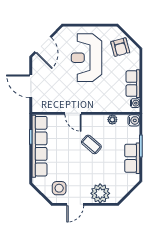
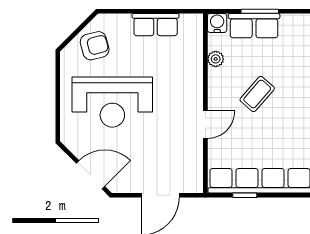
water cooler: (135, 103) -> (188, 21), removed
row of seats: (132, 158) -> (254, 26), moved

